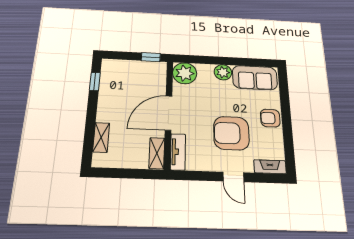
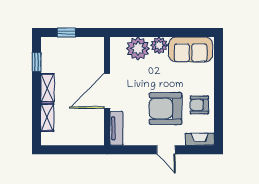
window: (151, 57) -> (66, 32), moved
plant: (185, 73) -> (138, 48), moved
armchair: (270, 118) -> (199, 105), moved
shelving: (157, 153) -> (47, 88), moved

